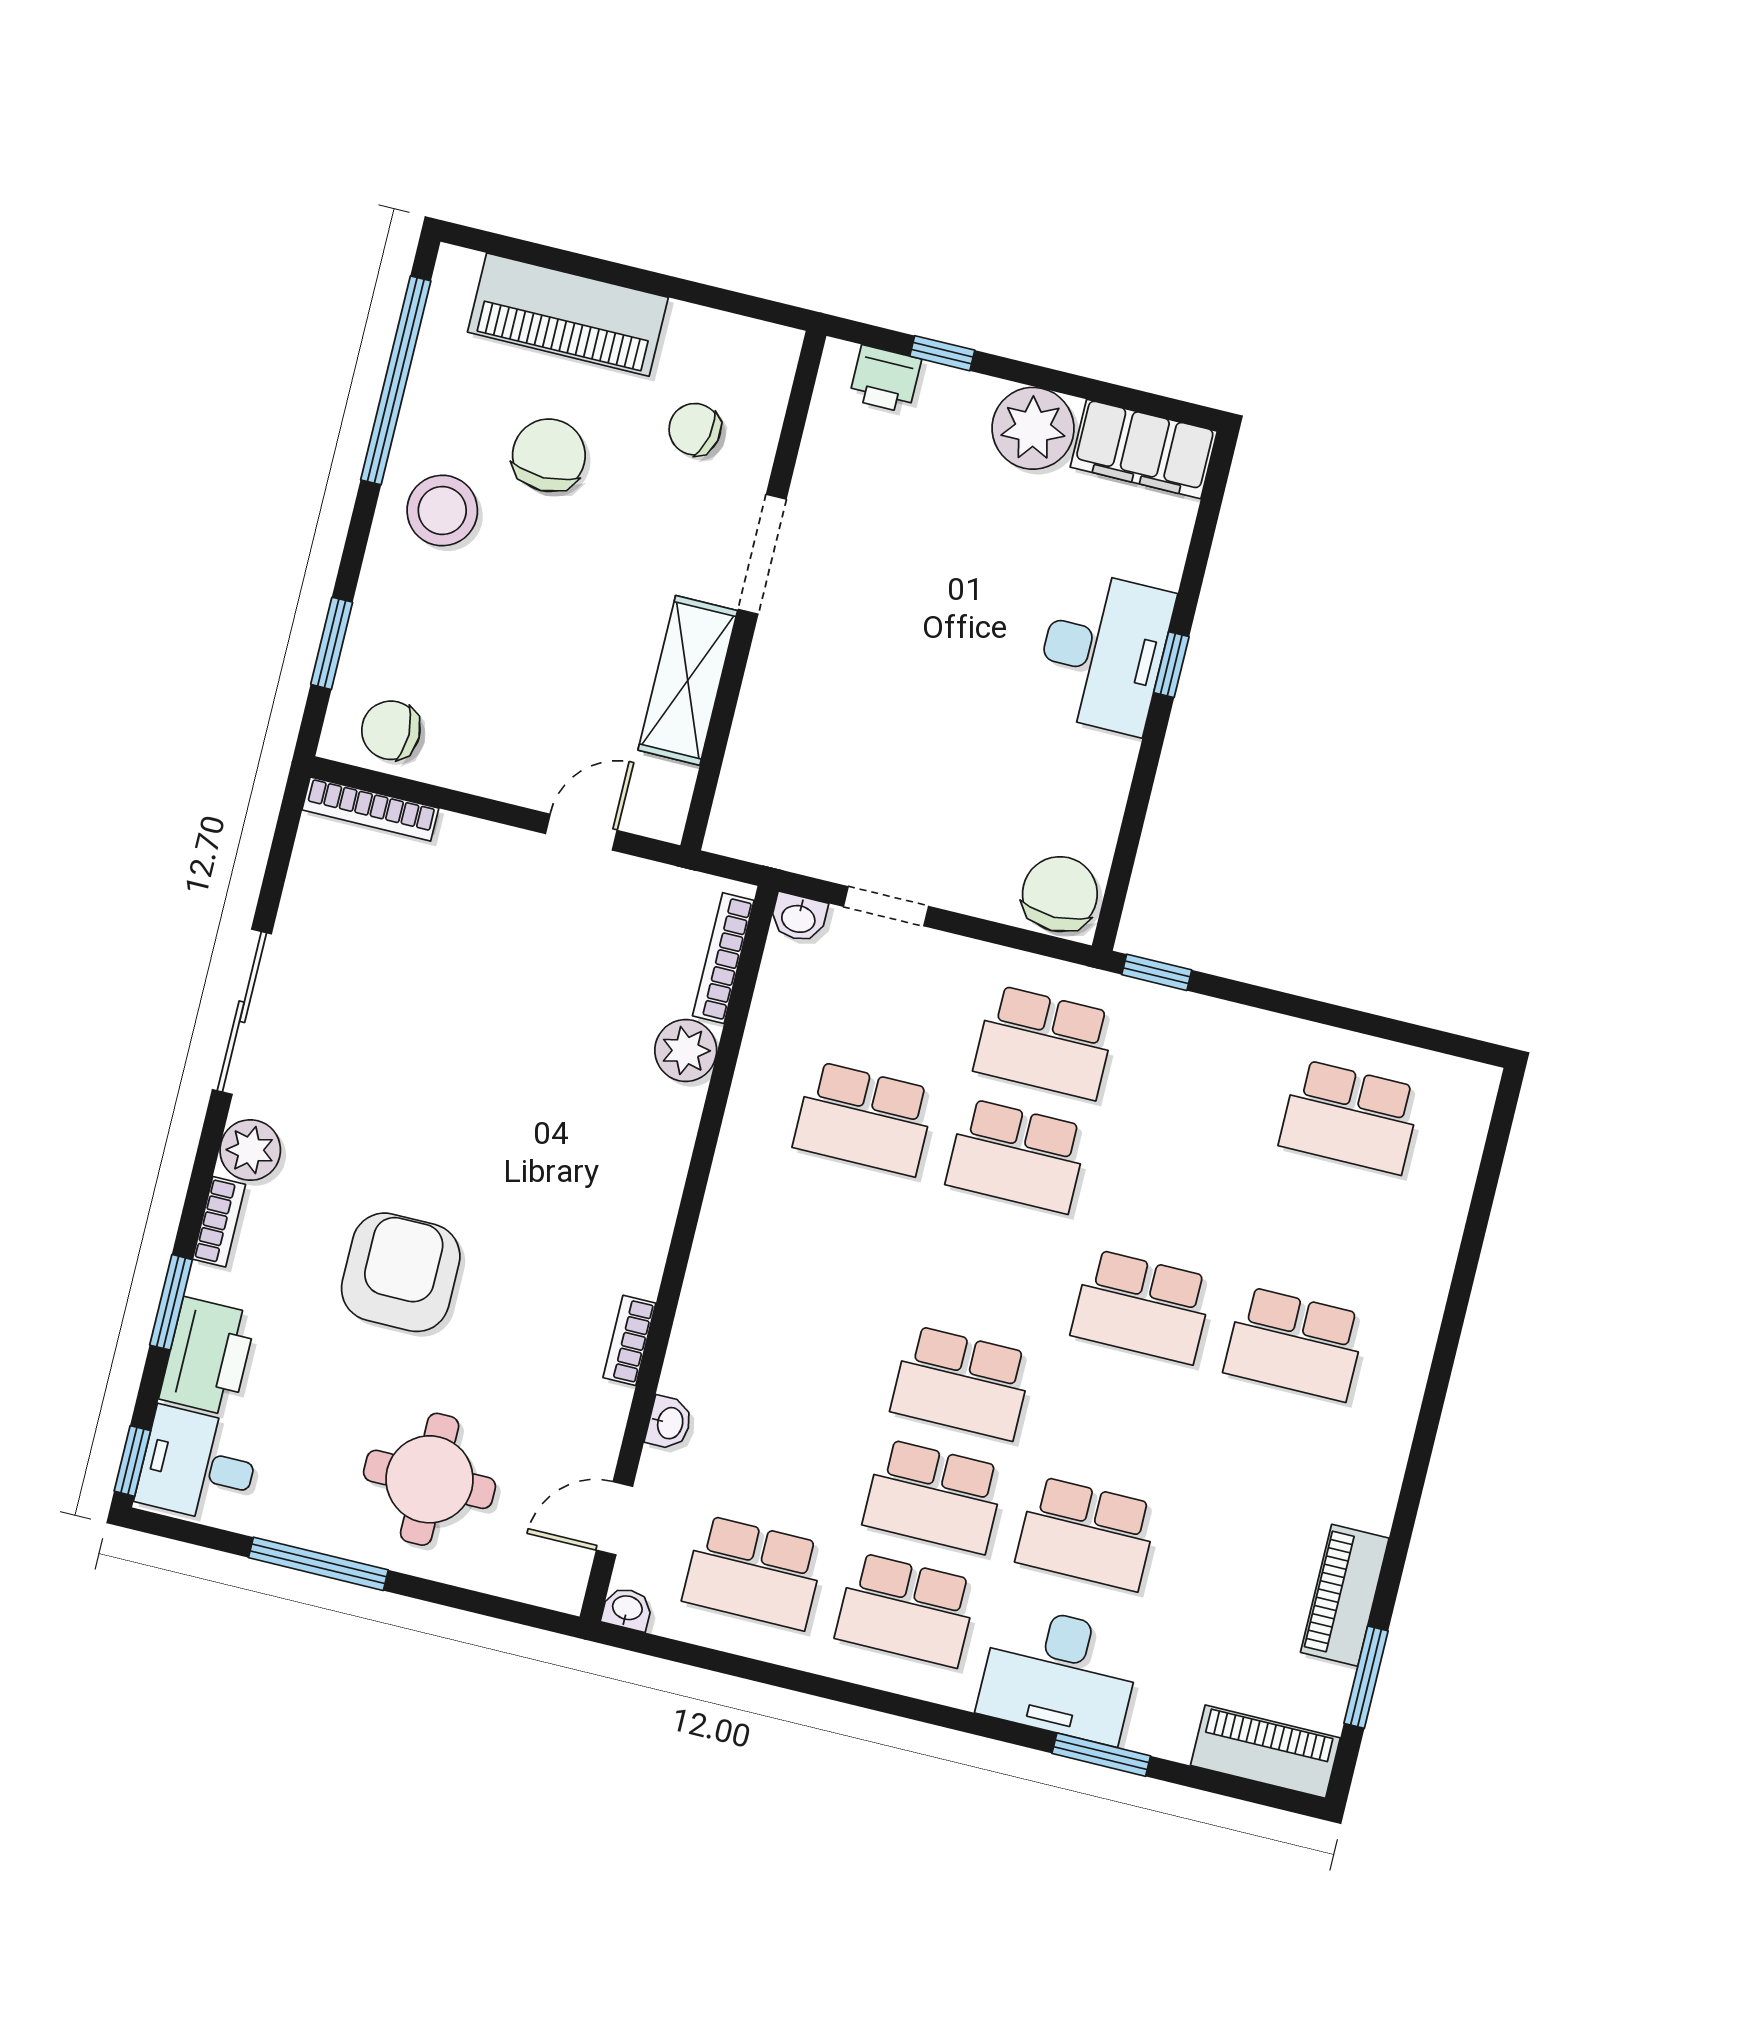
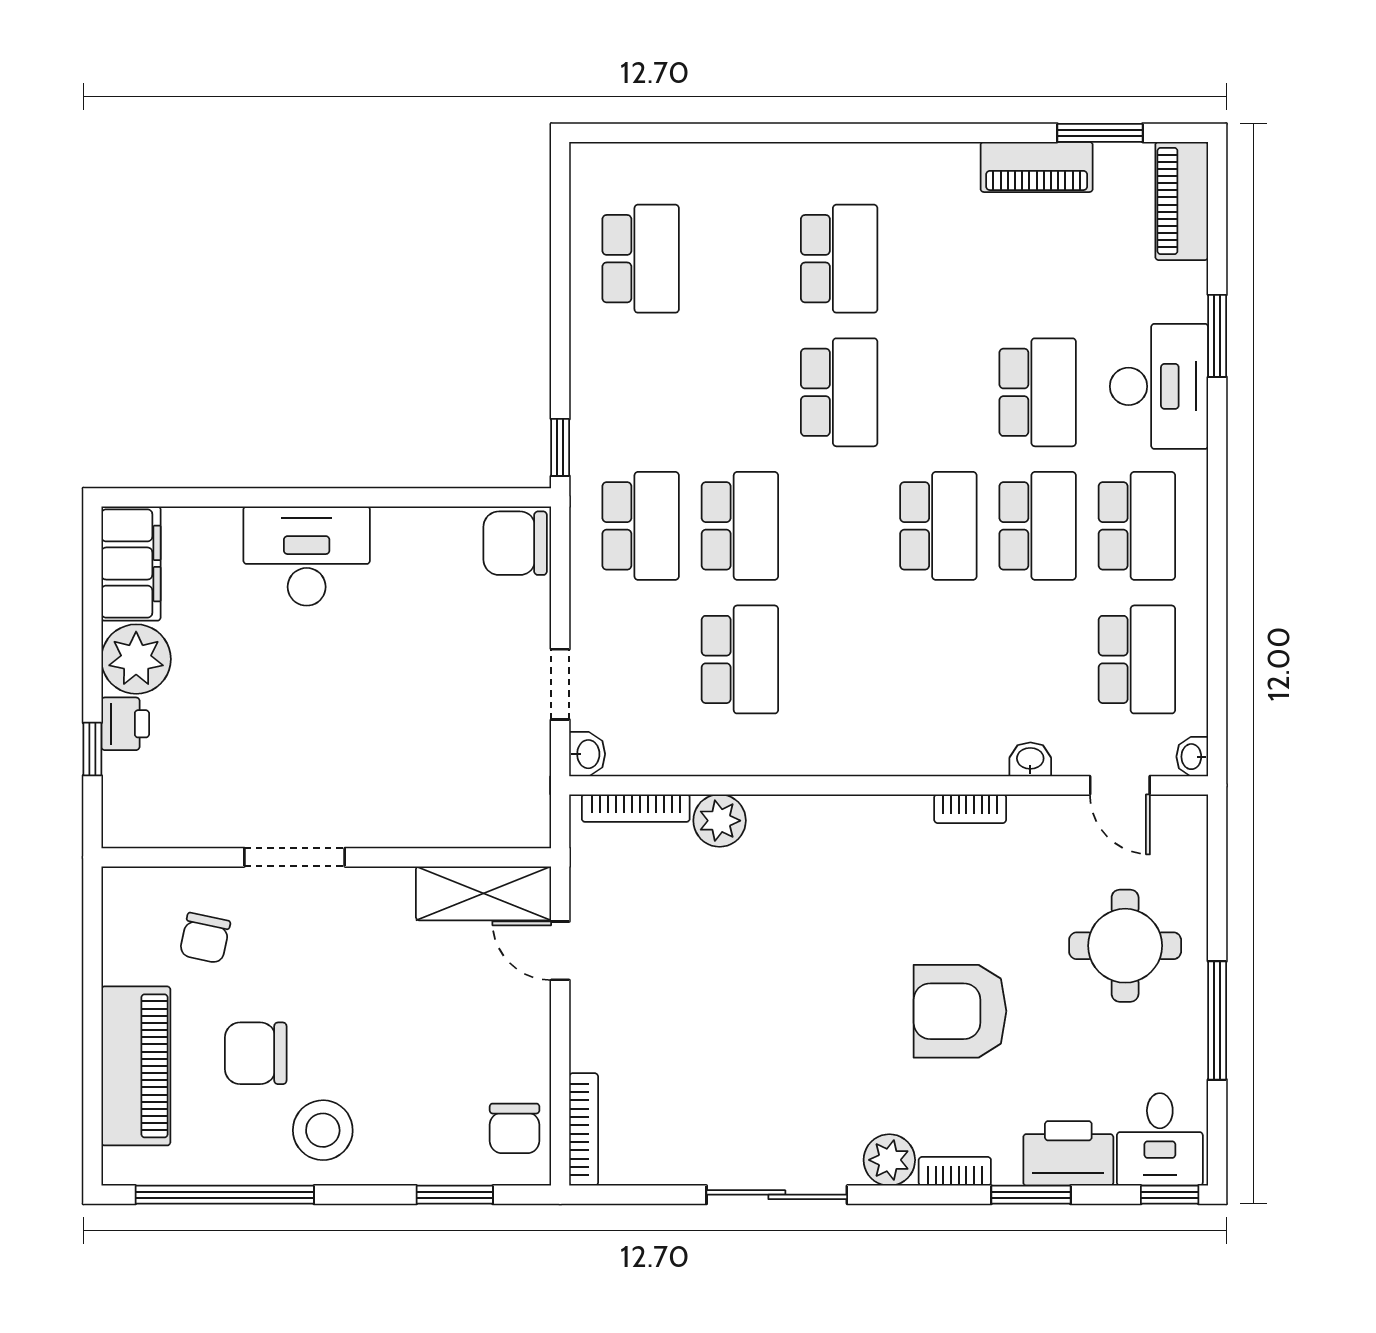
printer: (885, 379) -> (125, 724), moved
window: (1171, 665) -> (303, 497), removed
shelving: (688, 680) -> (484, 893), moved

